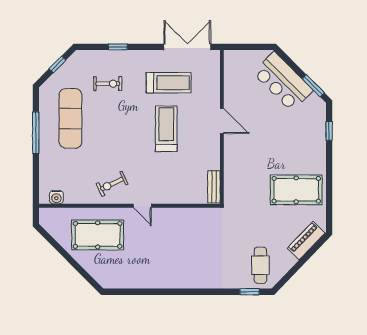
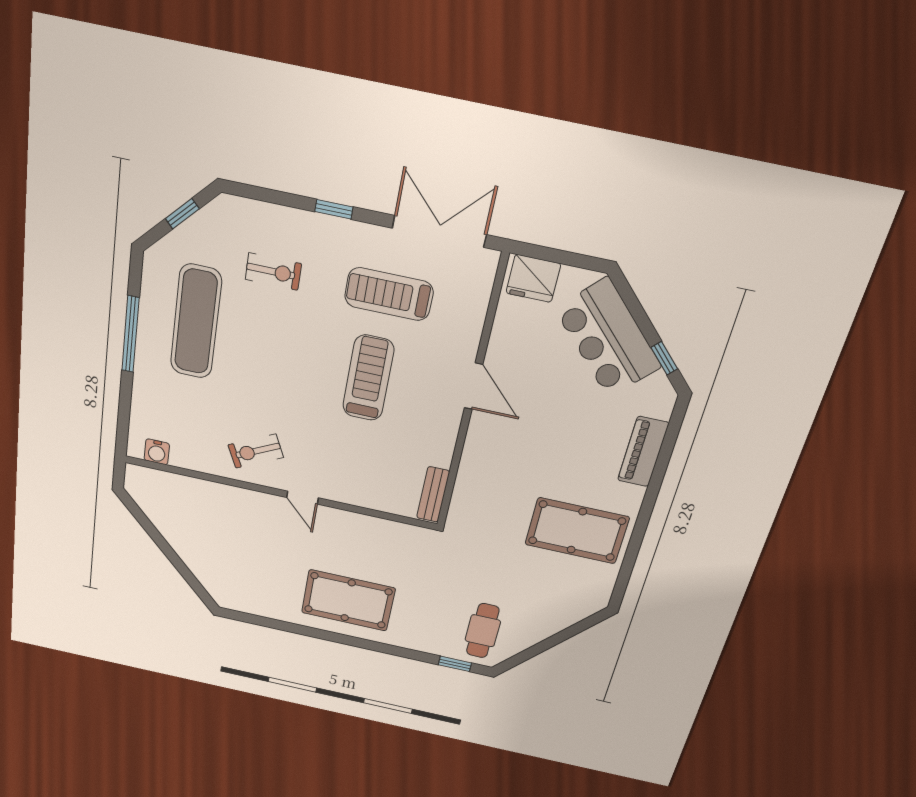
window: (118, 47) -> (334, 209), moved
fridge: (238, 60) -> (533, 278), added
treadmill: (169, 83) -> (389, 294), turned 180
window: (313, 86) -> (664, 358), width x0.67
window: (329, 131) -> (668, 446), removed
pool table: (98, 235) -> (348, 600), moved
piano: (306, 241) -> (643, 452), moved, turned -44

